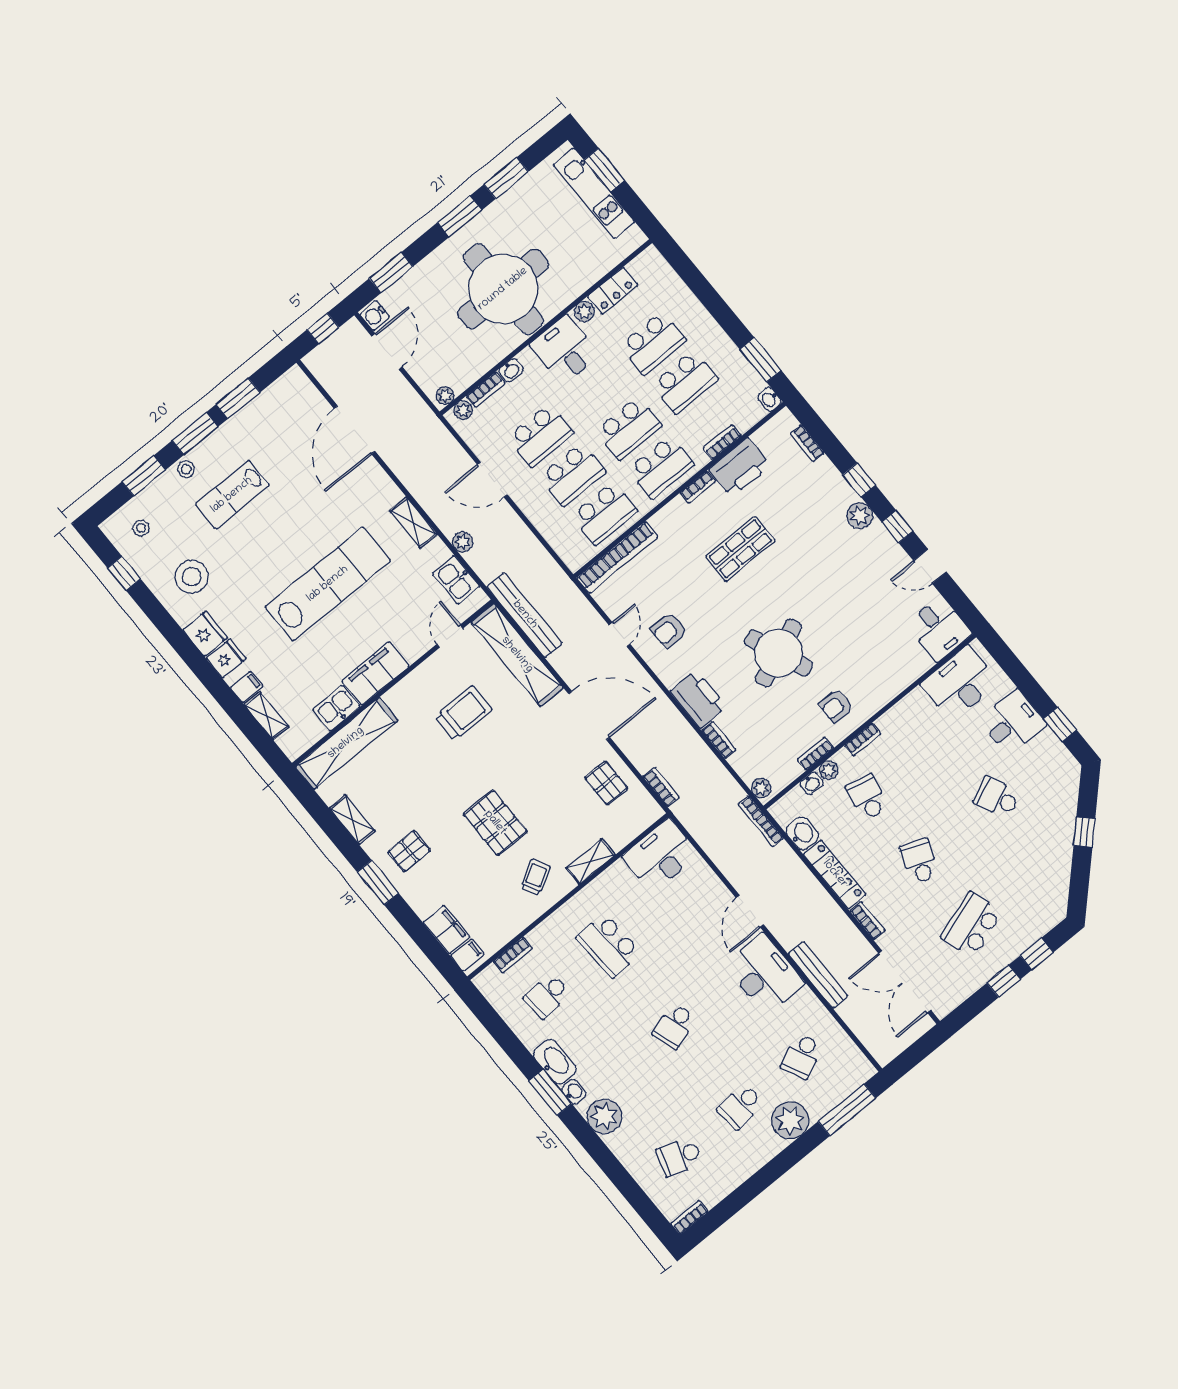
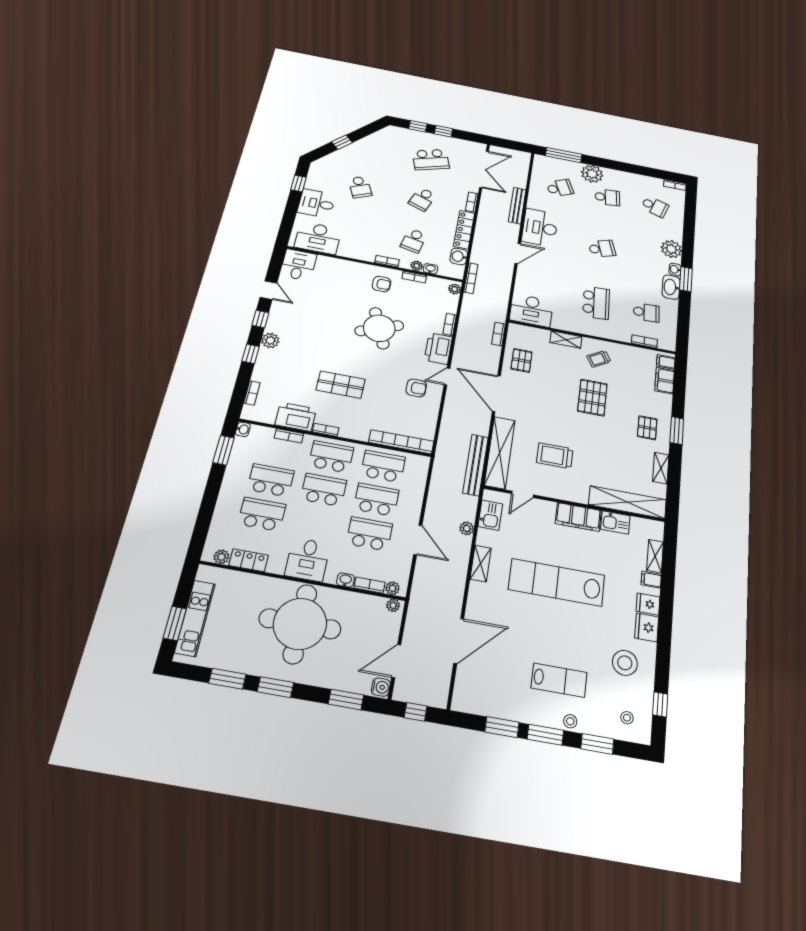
plant: (584, 312) -> (221, 557), moved
door: (619, 634) -> (447, 377), moved
pallet: (409, 851) -> (647, 428), turned 90

